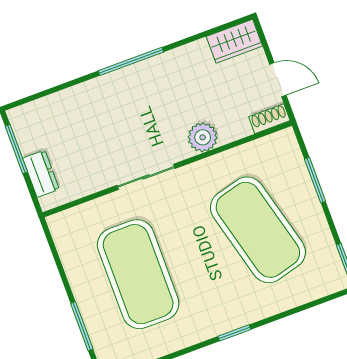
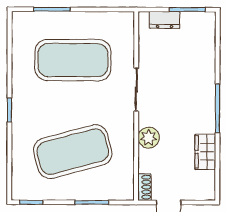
wardrobe: (234, 41) -> (205, 152), moved

